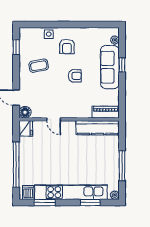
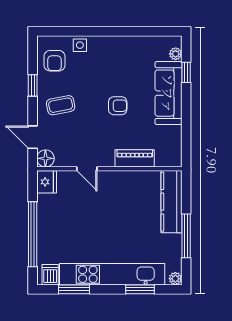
armchair: (67, 46) -> (54, 61), moved
window: (16, 47) -> (33, 85), moved
window: (122, 65) -> (186, 72), moved
coffee table: (39, 66) -> (61, 105), moved
piano: (106, 112) -> (135, 158), moved
kitchen counter: (98, 128) -> (171, 202), moved, turned 90

